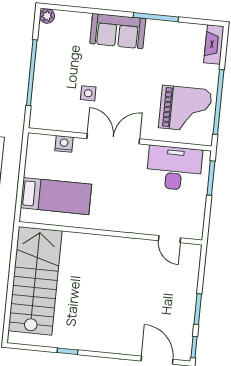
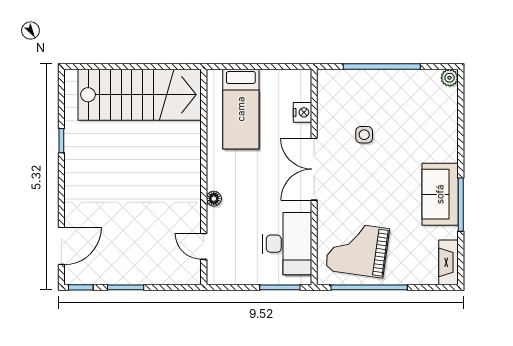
sofa: (118, 31) -> (440, 194), moved
fireplace: (214, 44) -> (449, 262), moved, turned -90
grand piano: (185, 109) -> (357, 249), turned 98
double door: (113, 139) -> (314, 169), swing flipped
floor lamp: (130, 227) -> (214, 199), added
door: (169, 239) -> (204, 246), hinge flipped

